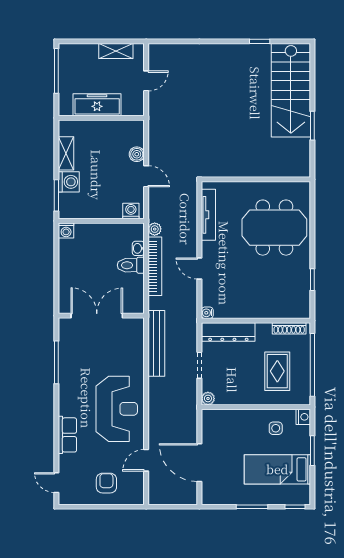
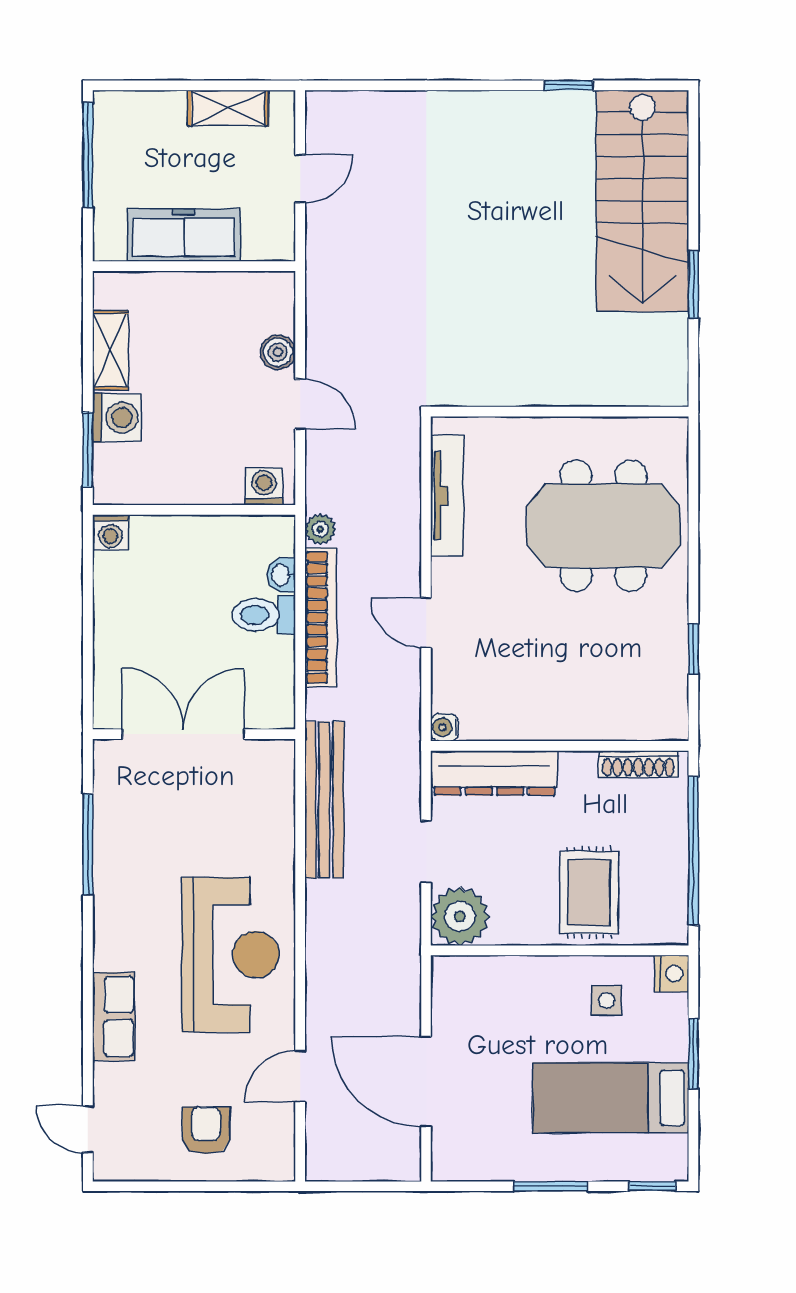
rug: (277, 371) -> (589, 892), moved
plant: (208, 398) -> (460, 916), width x1.88, depth x1.88

